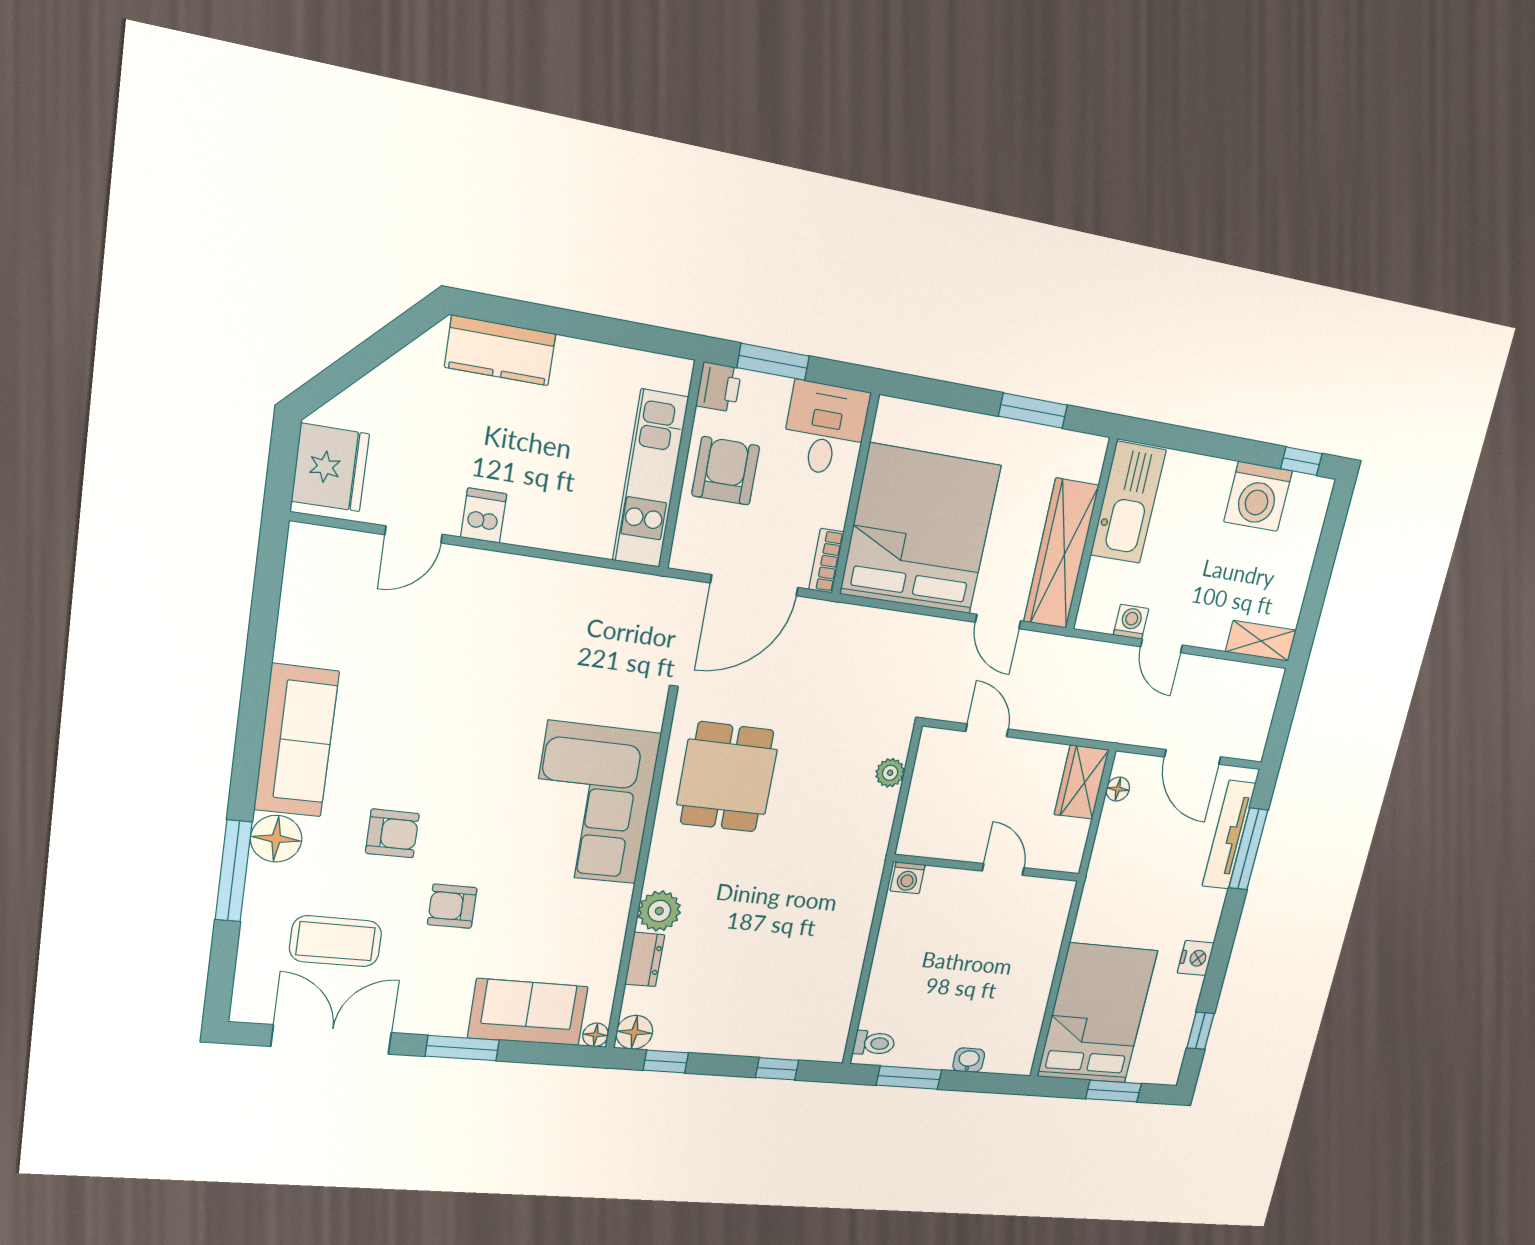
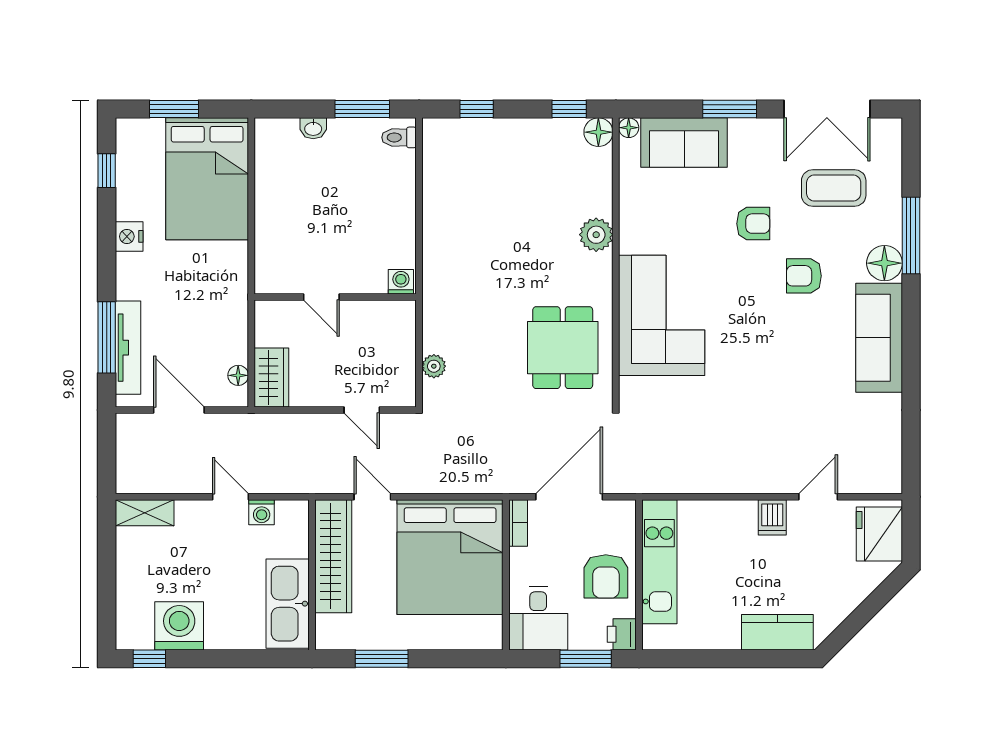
dresser: (645, 959) -> (601, 194), removed

